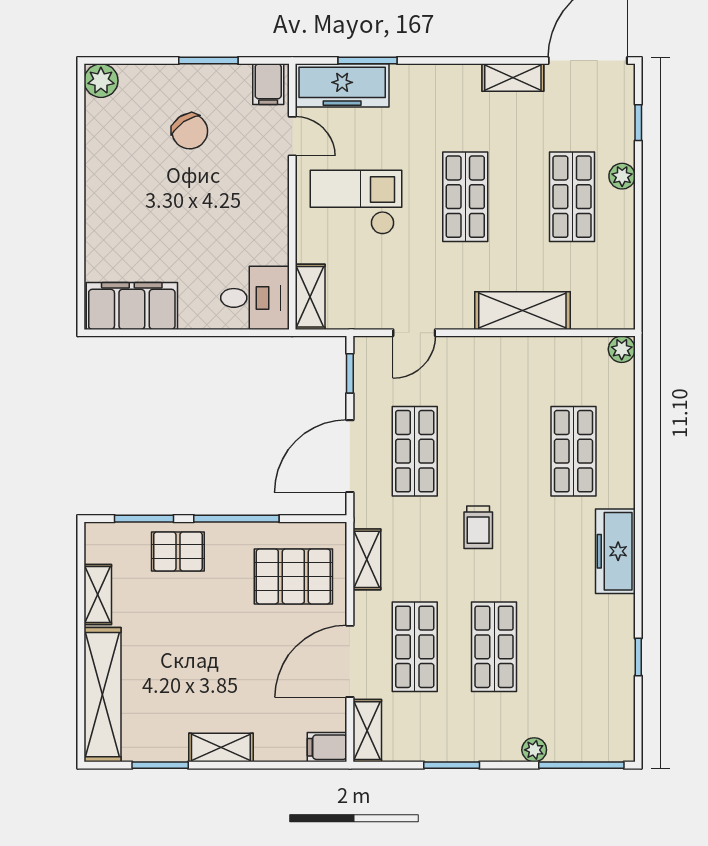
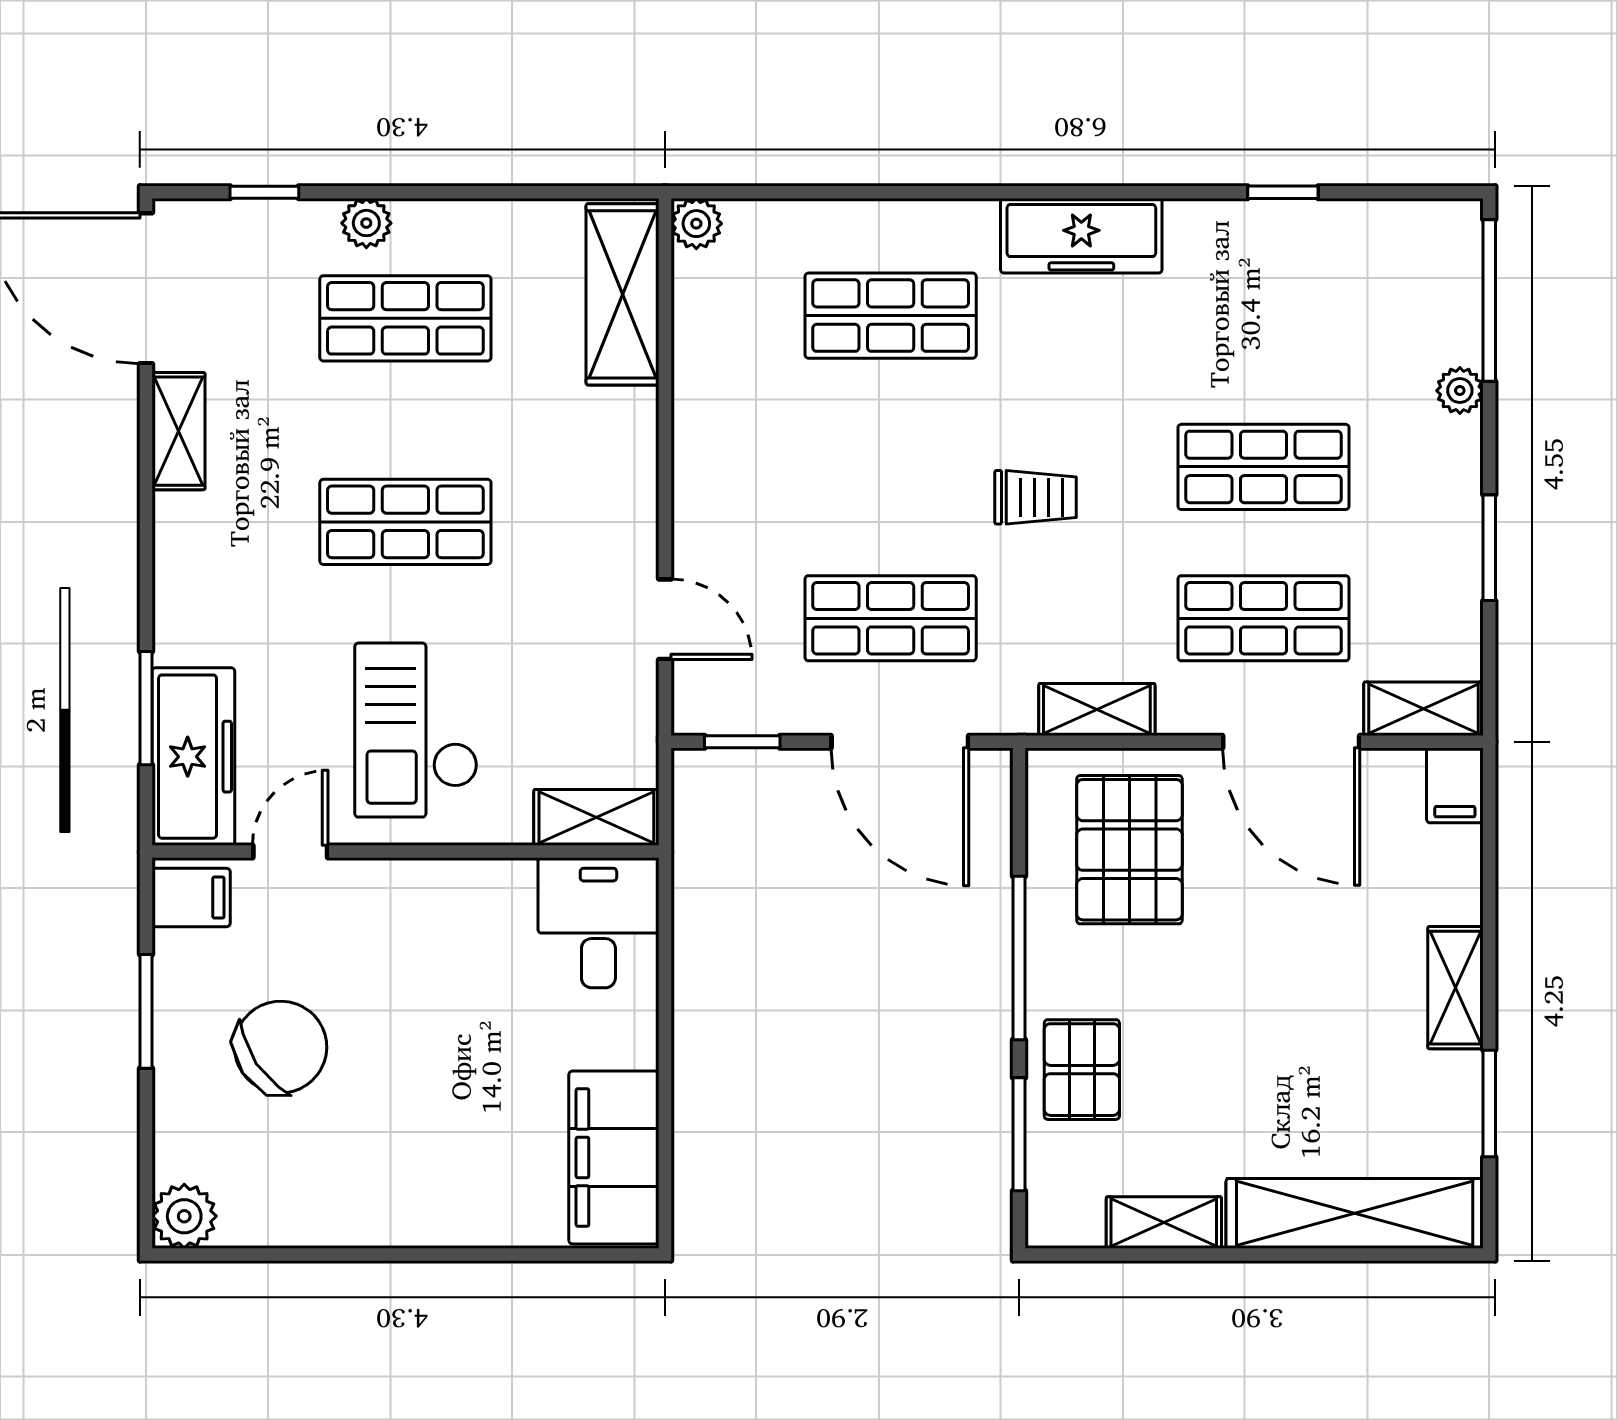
chair: (190, 131) -> (281, 1047), width x1.37, depth x1.37
shelving: (522, 311) -> (622, 294), moved

